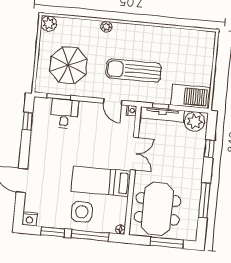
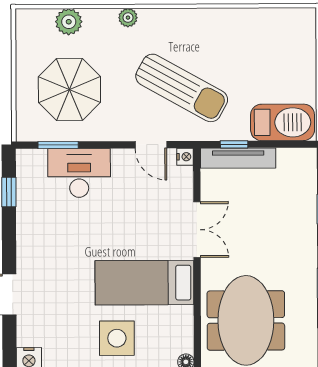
plant: (49, 24) -> (69, 22), moved
sun lounger: (134, 71) -> (182, 88), turned -151
desk: (64, 114) -> (79, 173), width x1.37
plant: (195, 122) -> (295, 165), removed

